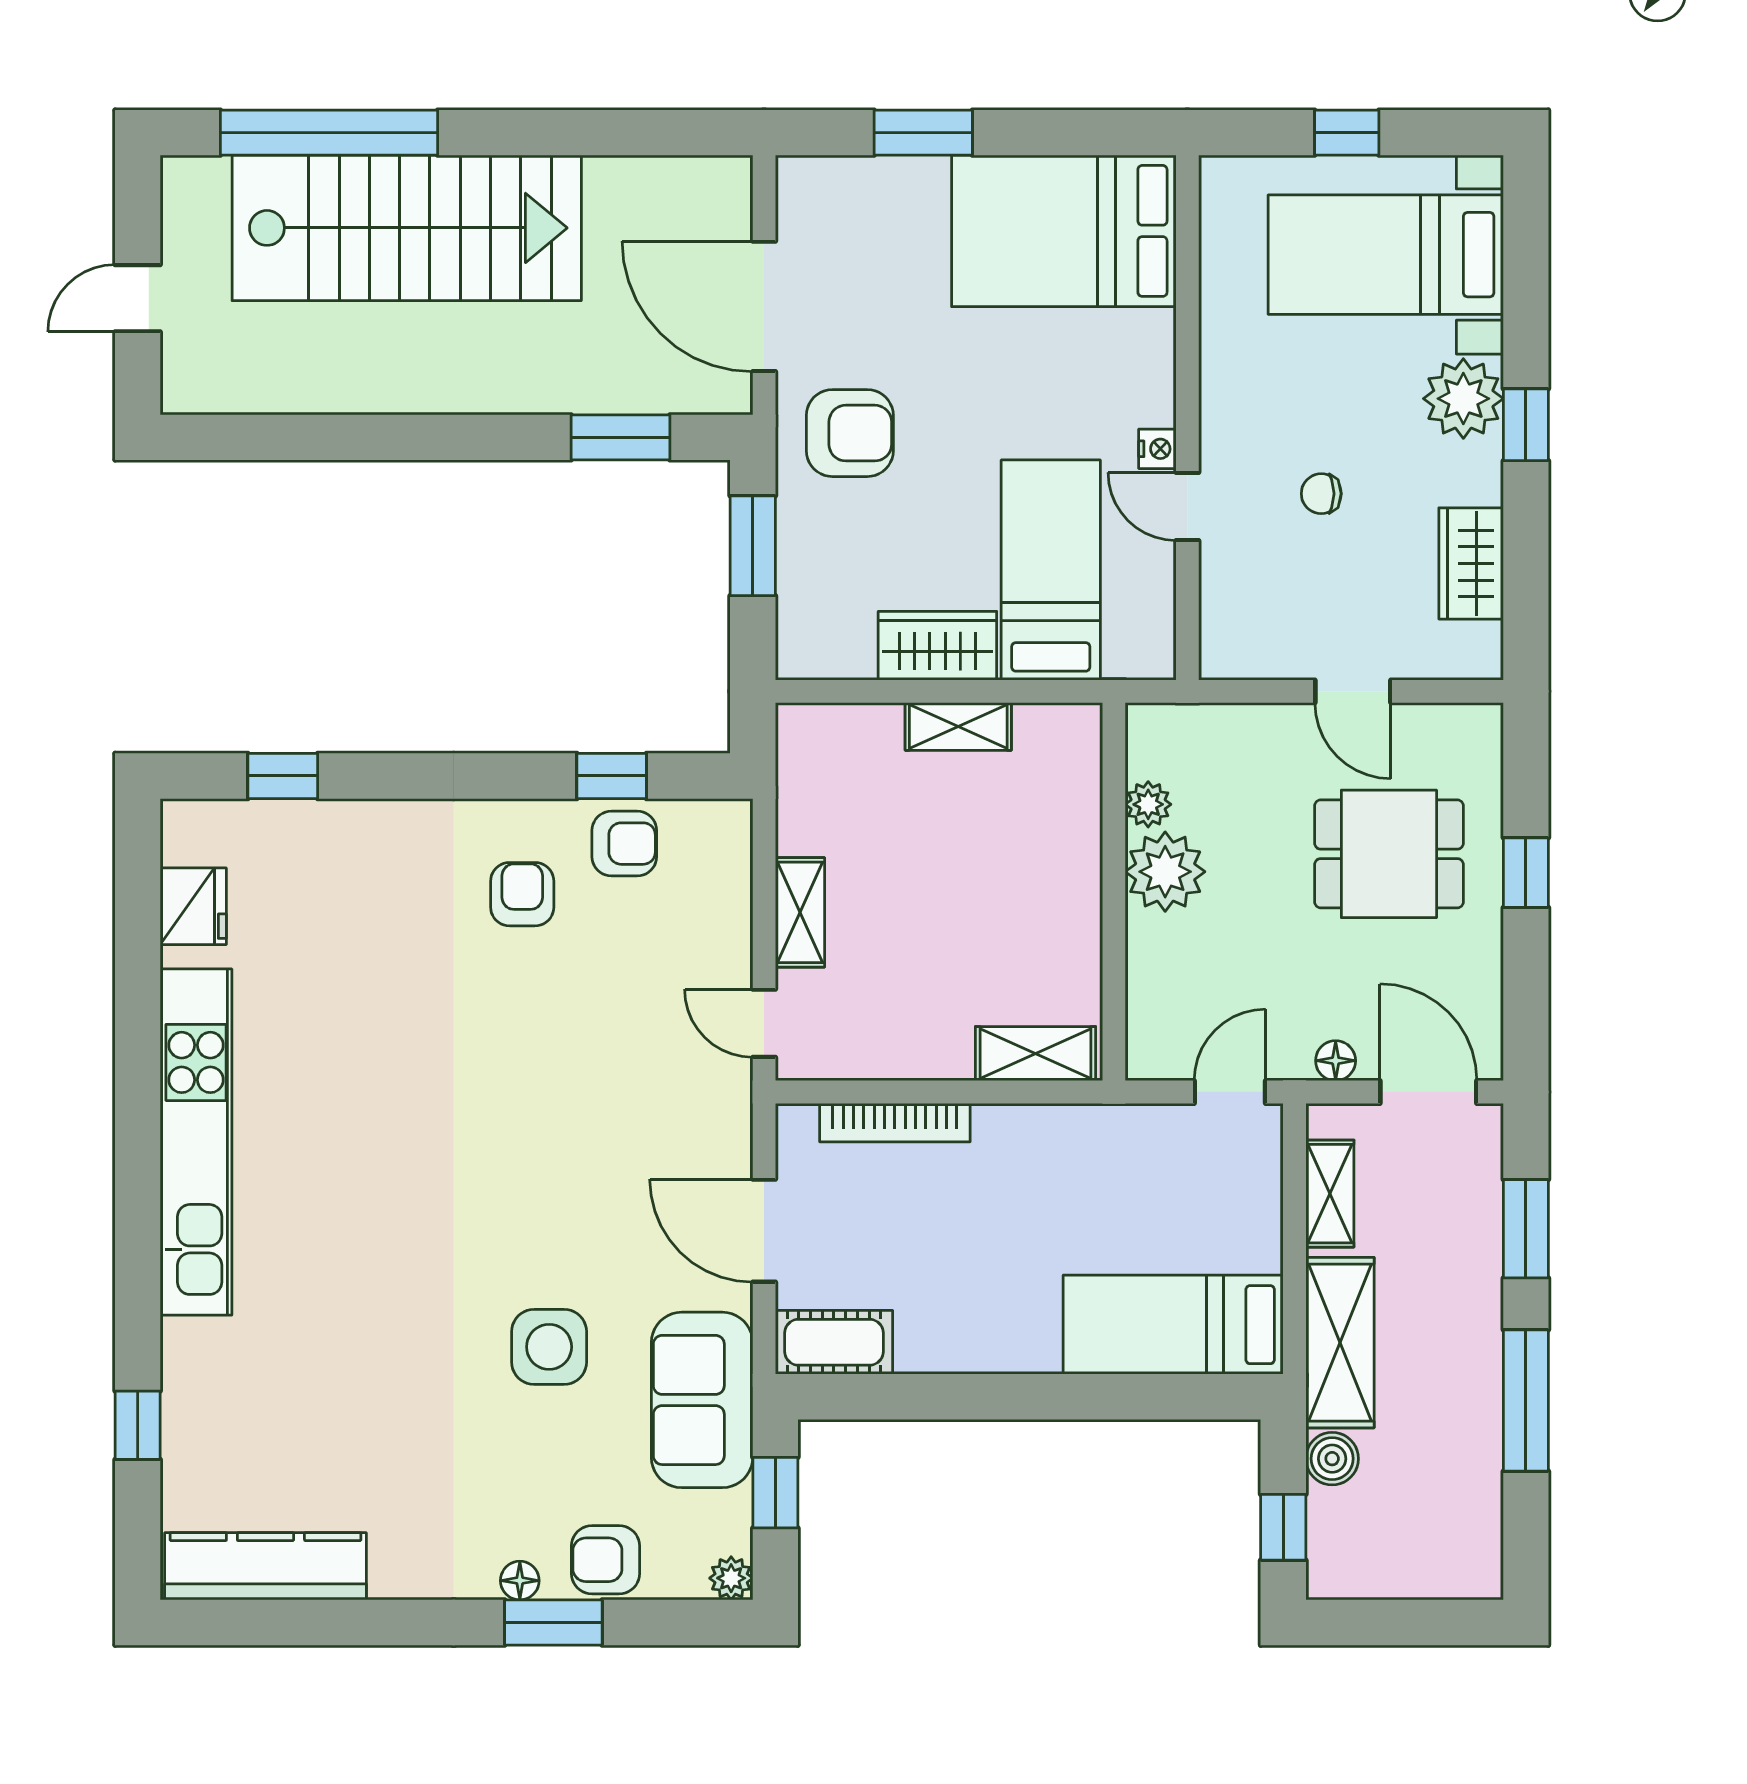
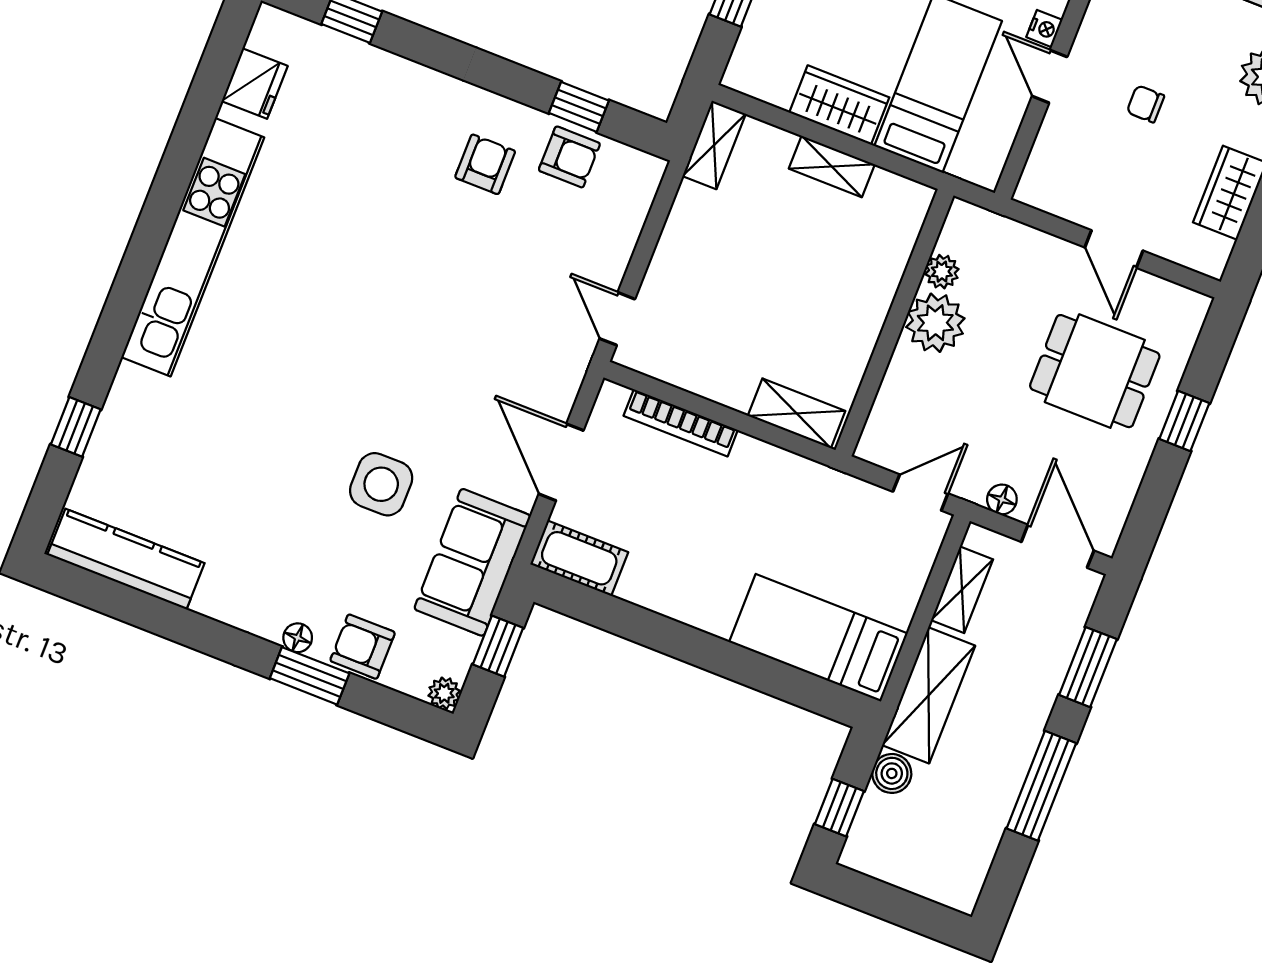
shelving: (800, 912) -> (714, 145), moved

